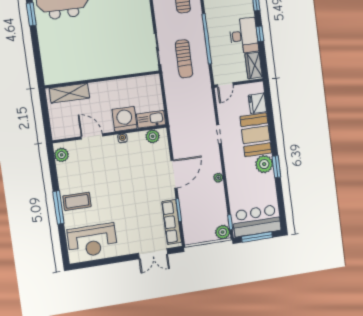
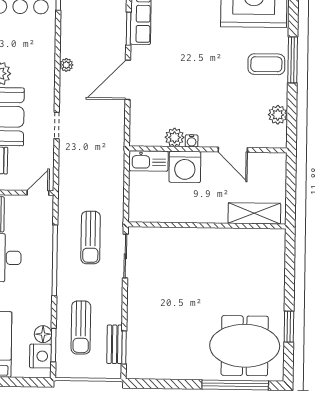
sun lounger: (184, 59) -> (91, 238), turned 180
plant: (153, 136) -> (174, 137), moved
plant: (62, 155) -> (278, 115), moved

